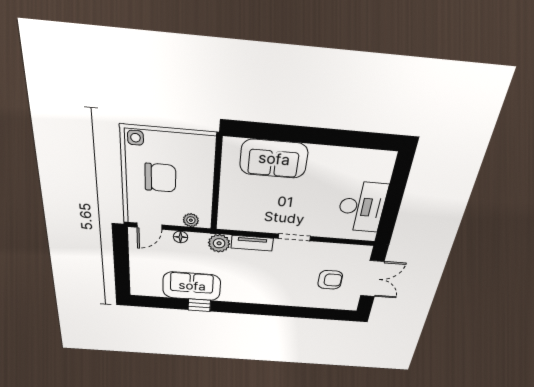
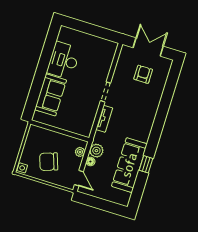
chair: (160, 178) -> (49, 162), turned -109
desk: (362, 207) -> (64, 60), moved, turned -90
plant: (219, 243) -> (96, 151), moved
sofa: (192, 286) -> (129, 165), width x1.36

